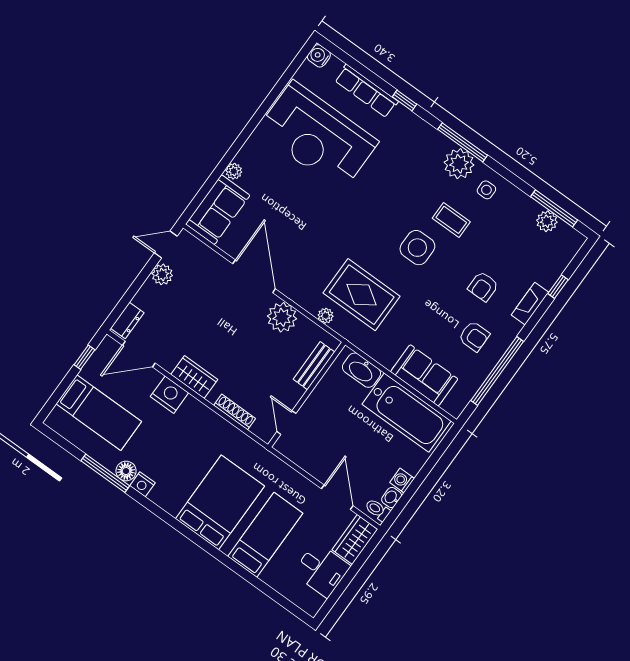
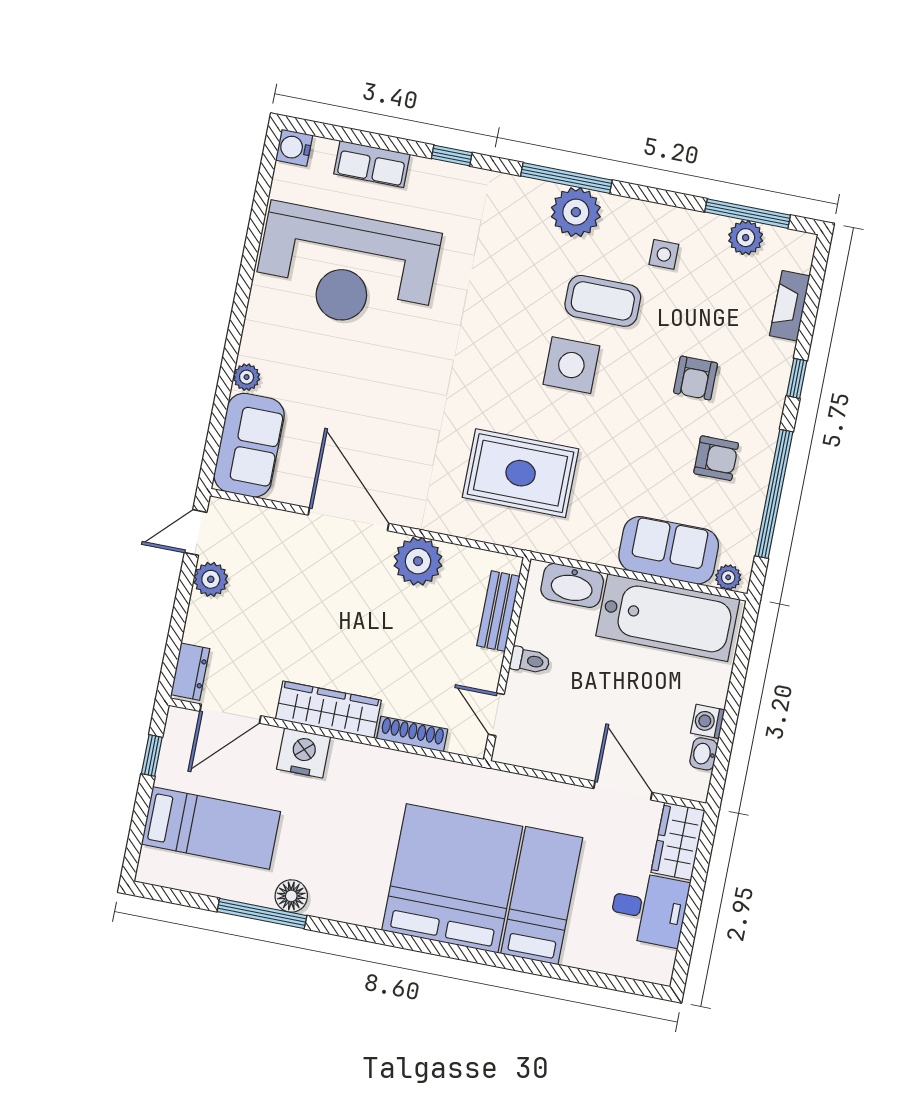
row of seats: (366, 91) -> (372, 164), width x0.68
side table: (486, 190) -> (664, 254), moved
coffee table: (451, 220) -> (603, 301), width x1.36, depth x1.30
window: (558, 287) -> (797, 378), moved
fireplace: (530, 304) -> (790, 306), moved
plant: (326, 316) -> (728, 577), moved
wardrobe: (194, 377) -> (328, 710), width x1.50
nightstand: (142, 484) -> (325, 904), removed
bed: (220, 502) -> (452, 878), width x1.36
toilet: (377, 510) -> (530, 661), moved, turned 180

